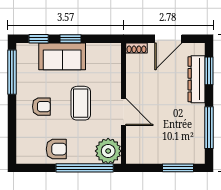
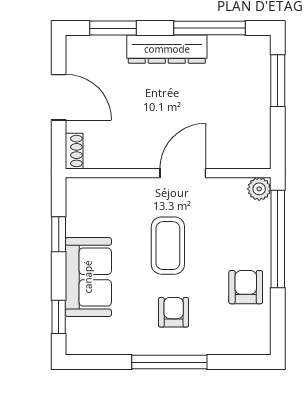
window: (71, 39) -> (59, 234), moved
window: (12, 72) -> (169, 362), moved
dresser: (197, 79) -> (167, 49), moved
coffee table: (81, 103) -> (168, 246), turned 90
plant: (108, 151) -> (259, 189), width x0.53, depth x0.53

